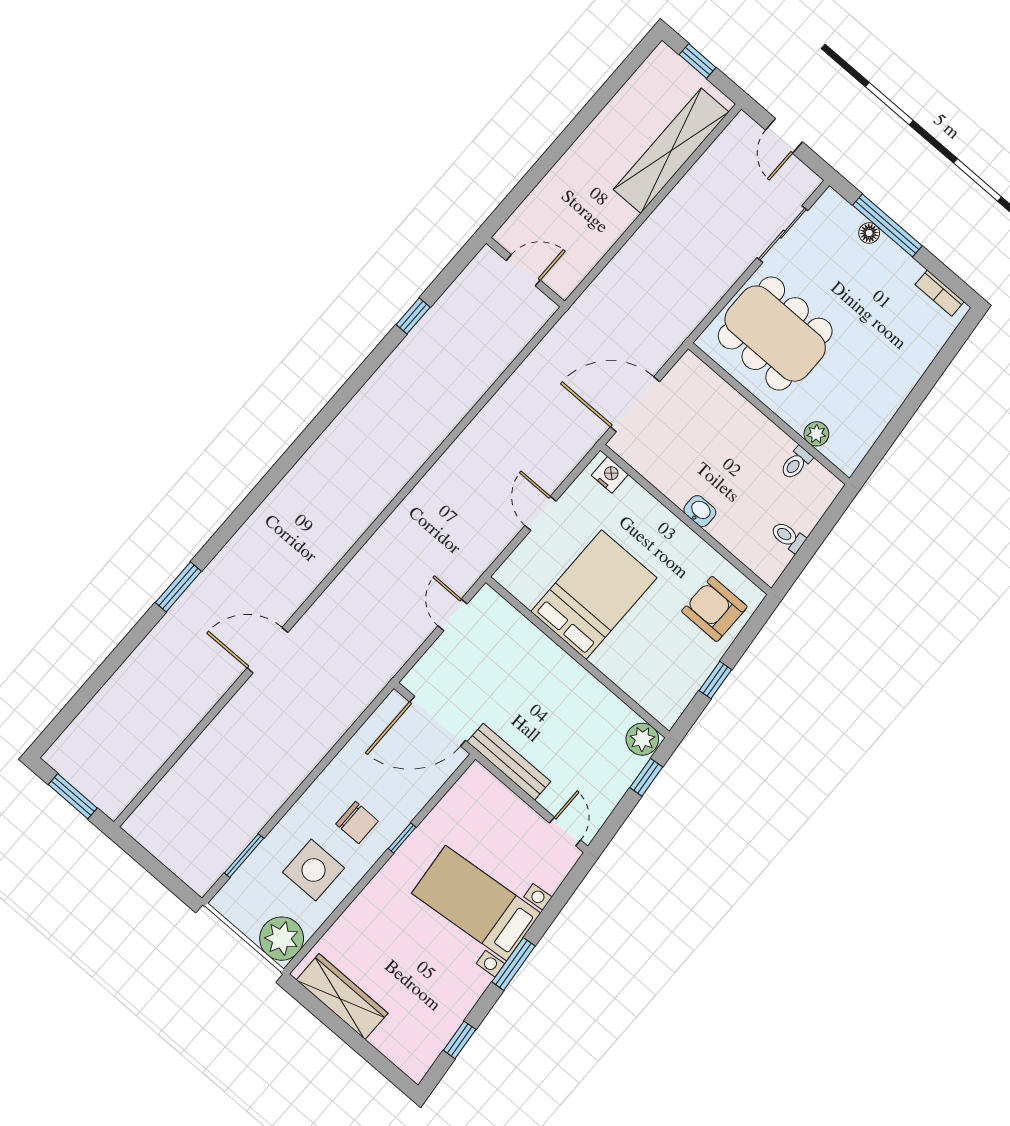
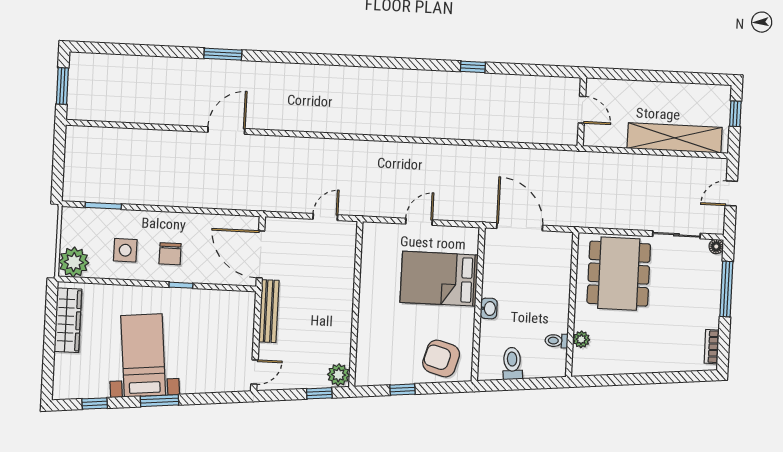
floor lamp: (869, 233) -> (716, 247), moved
door: (523, 270) -> (582, 110), moved
wall: (525, 272) -> (582, 112), moved
nightstand: (610, 475) -> (470, 243), removed
toilet: (788, 537) -> (512, 363), width x1.37, depth x1.39
bed: (594, 595) -> (439, 279), moved, turned 180
armchair: (714, 609) -> (441, 358), turned -74
door: (267, 650) -> (226, 130), hinge flipped
side table: (314, 870) -> (125, 250), width x0.73, depth x0.73
bed with nightstands: (476, 903) -> (143, 355), moved

